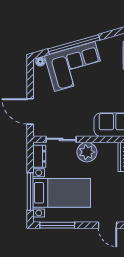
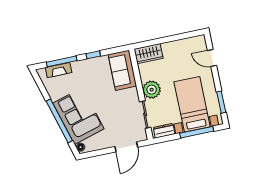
window: (57, 225) -> (221, 102), width x0.69
door: (108, 225) -> (212, 58), swing flipped

